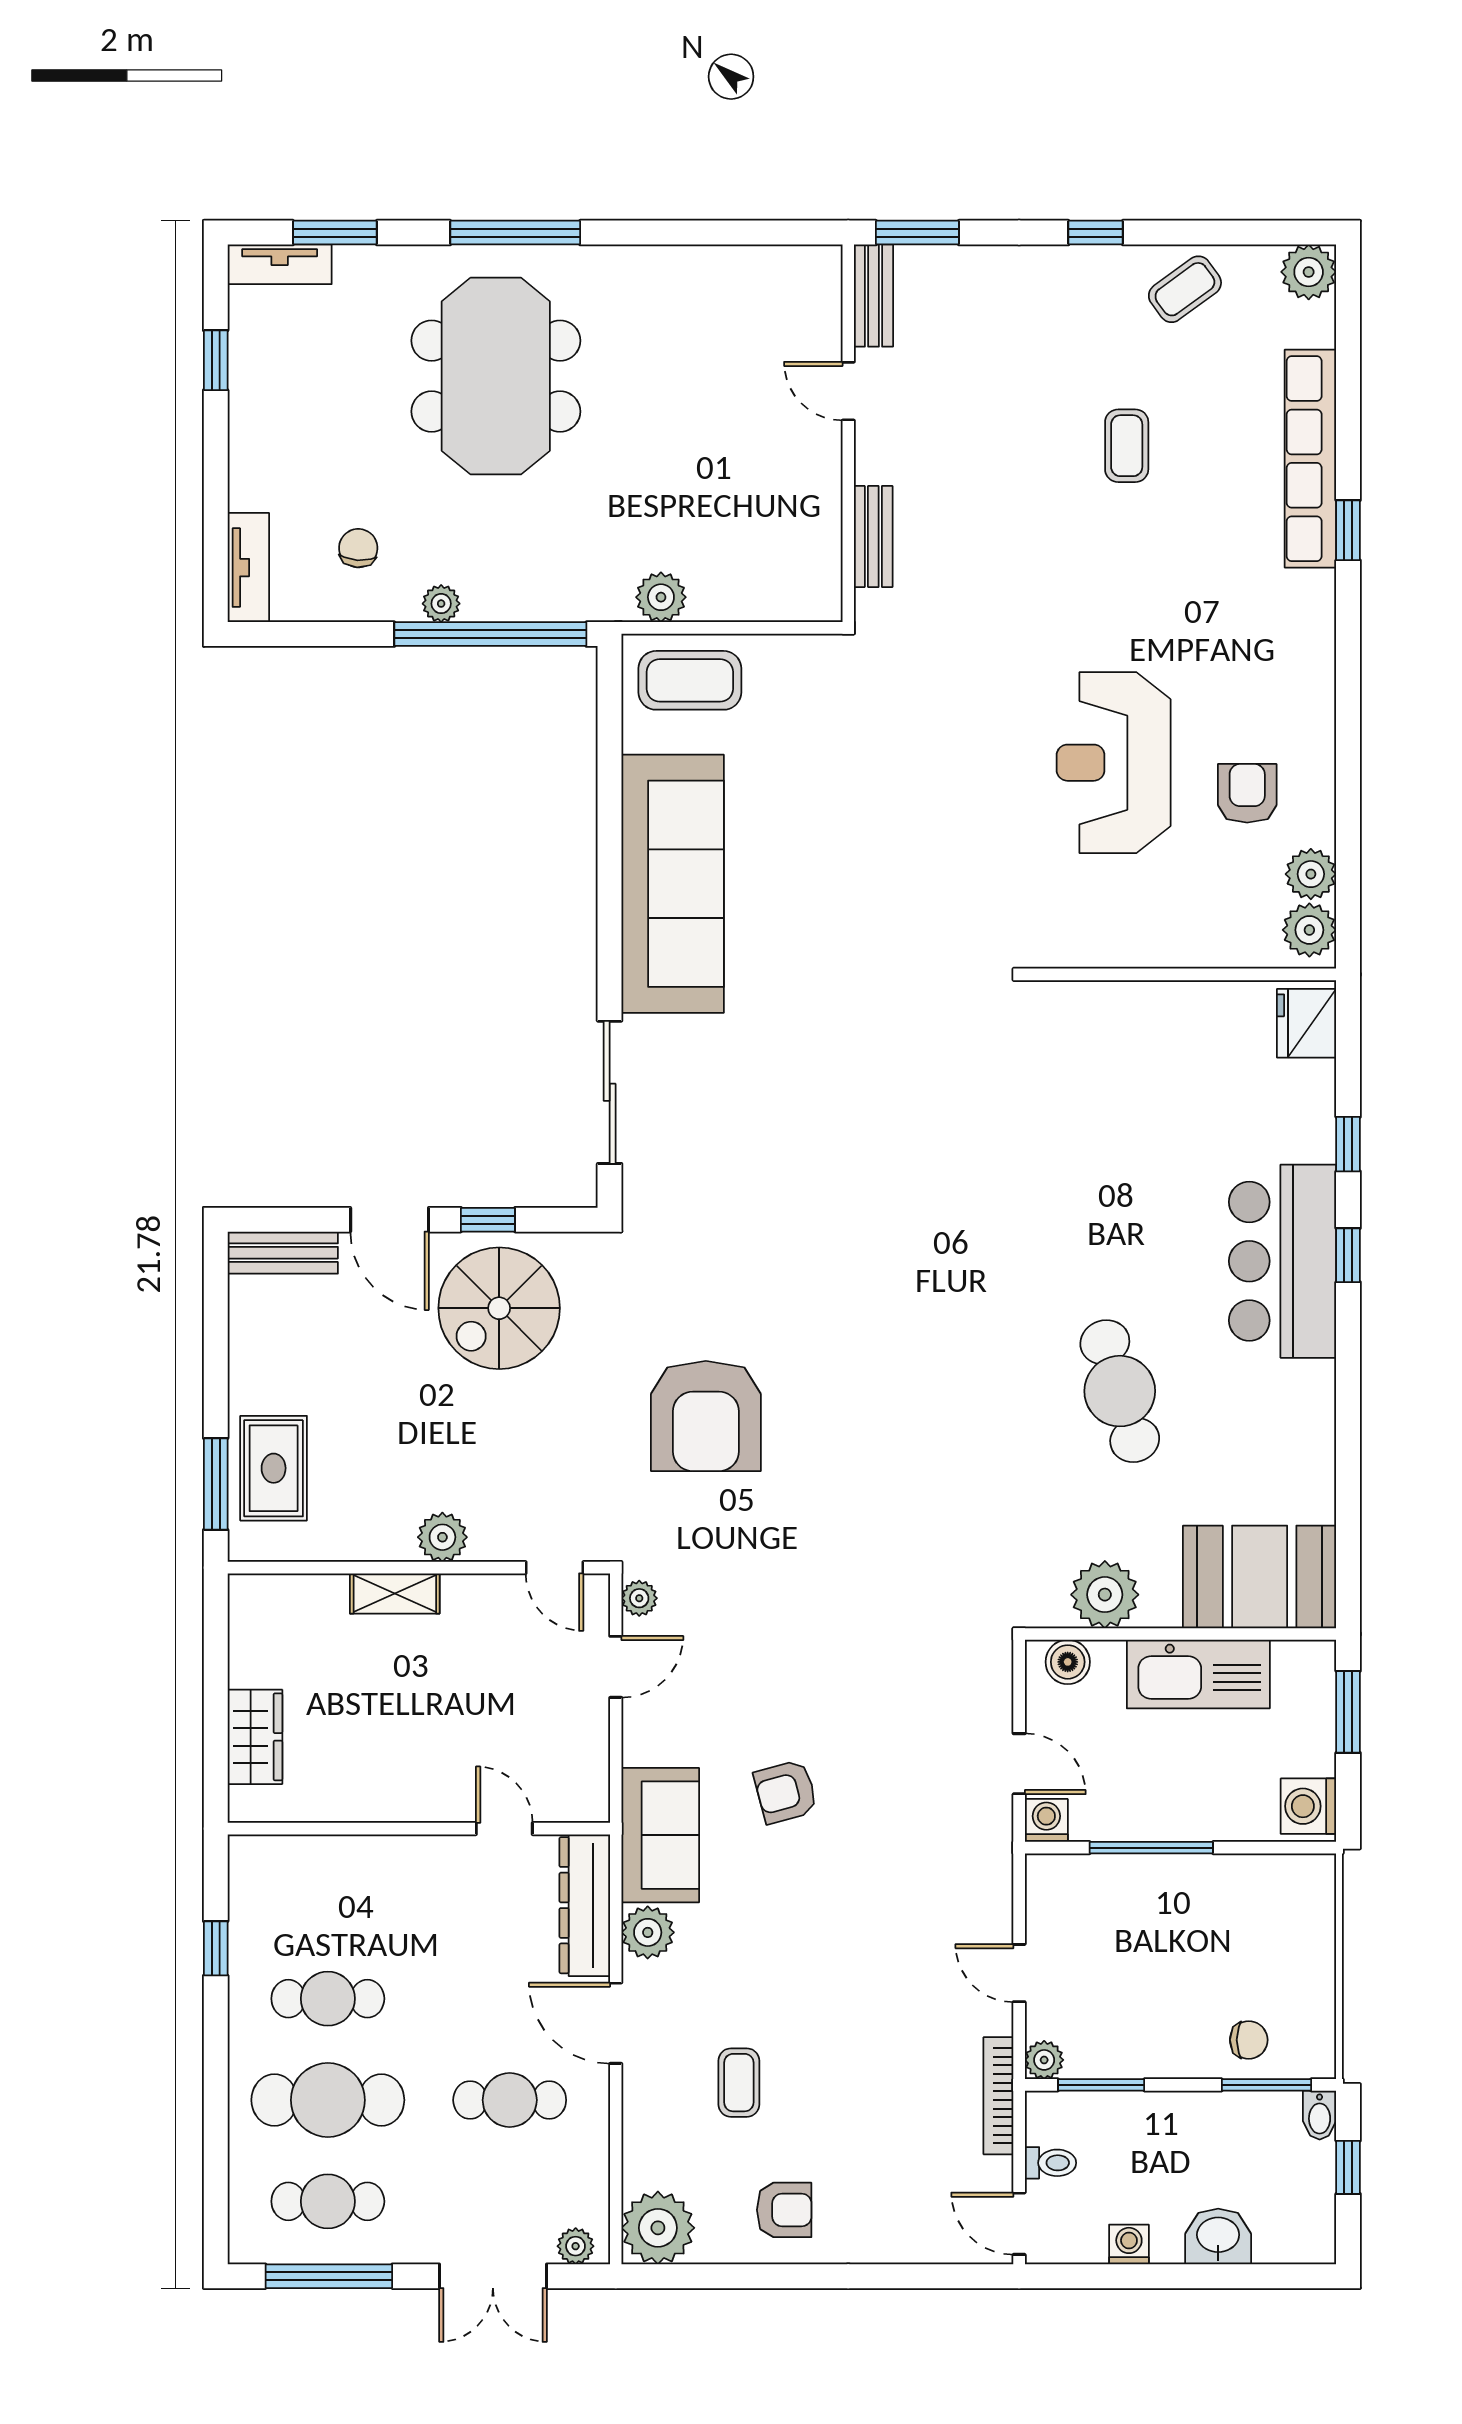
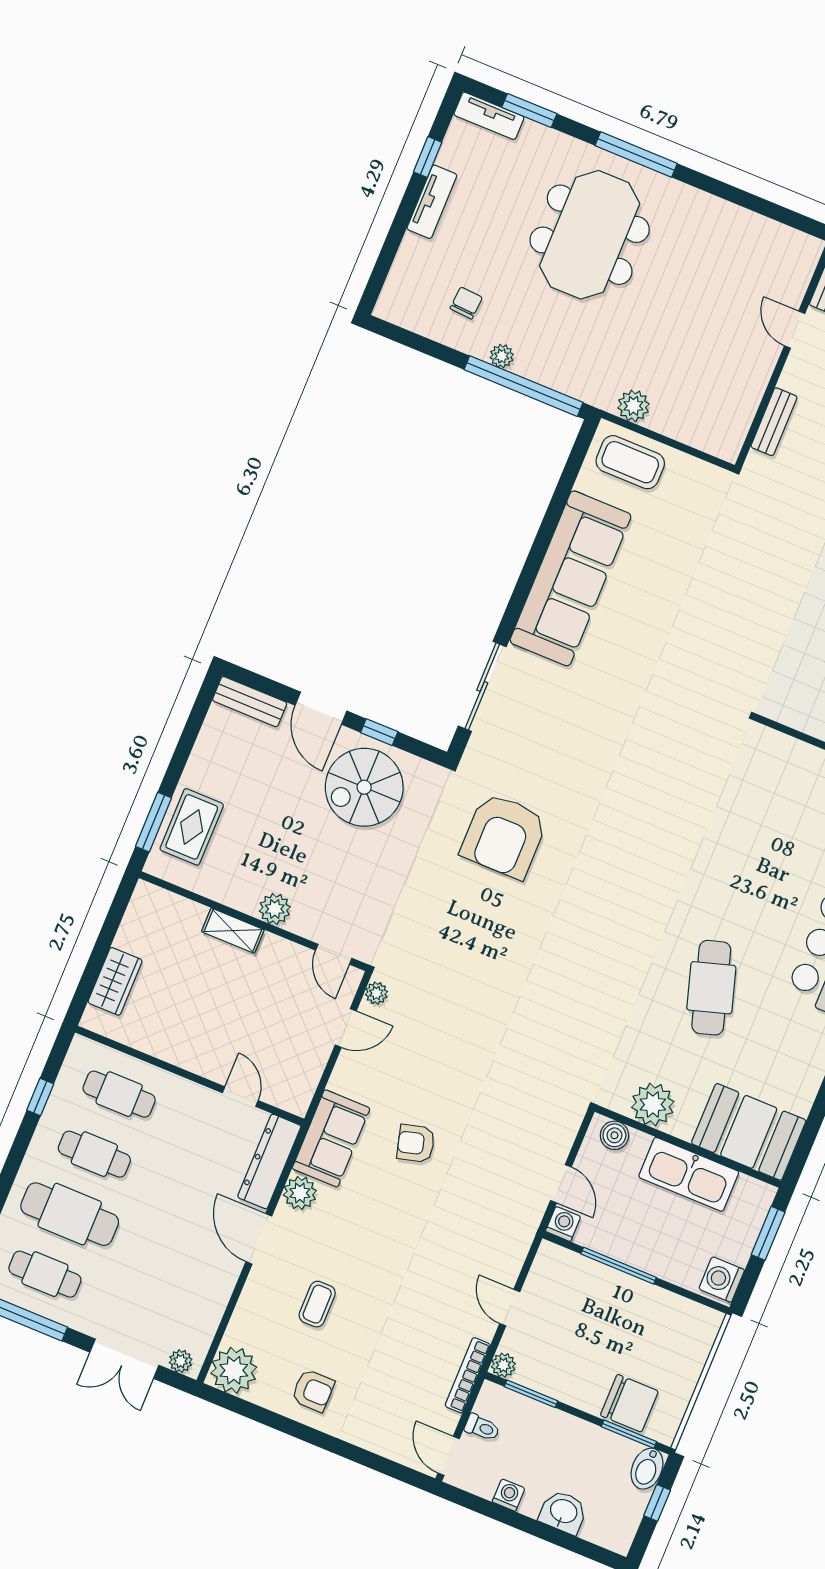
tv unit: (248, 568) -> (432, 202), moved
armchair: (706, 1416) -> (504, 836), moved
chair: (1249, 2040) -> (629, 1403), width x1.87, depth x1.87
cafe table: (510, 2100) -> (119, 1094), moved
bidet: (1320, 2115) -> (647, 1469), width x1.38, depth x1.36

